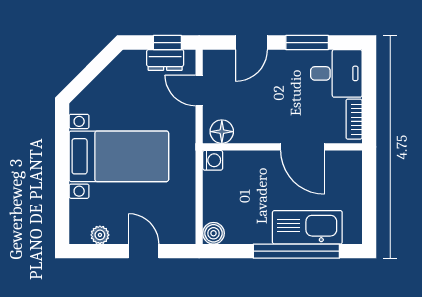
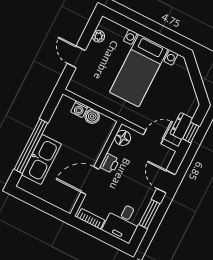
printer: (265, 132) -> (110, 163), added
washing machine: (213, 160) -> (79, 109), moved
boiler: (213, 233) -> (92, 116), moved
door: (144, 251) -> (76, 57), swing flipped

